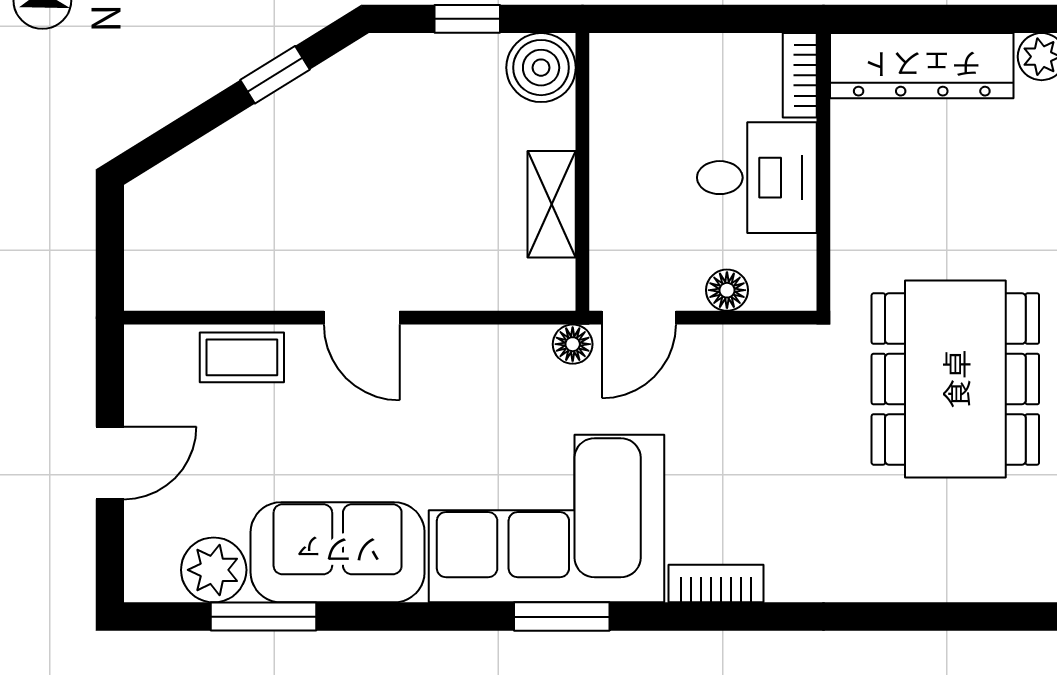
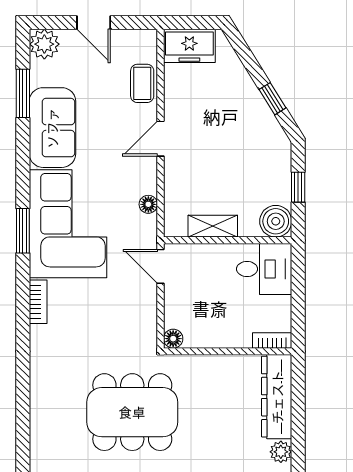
desk: (757, 178) -> (264, 269), moved, turned -90
freezer: (160, 255) -> (189, 46), added
floor lamp: (727, 290) -> (173, 339), moved
floor lamp: (573, 344) -> (148, 204), moved
plant: (214, 570) -> (44, 44), moved

